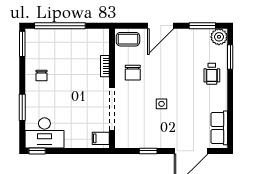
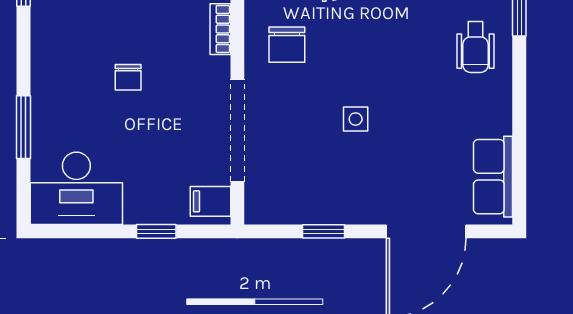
chair: (42, 76) -> (128, 77), moved
window: (37, 151) -> (156, 231), moved

